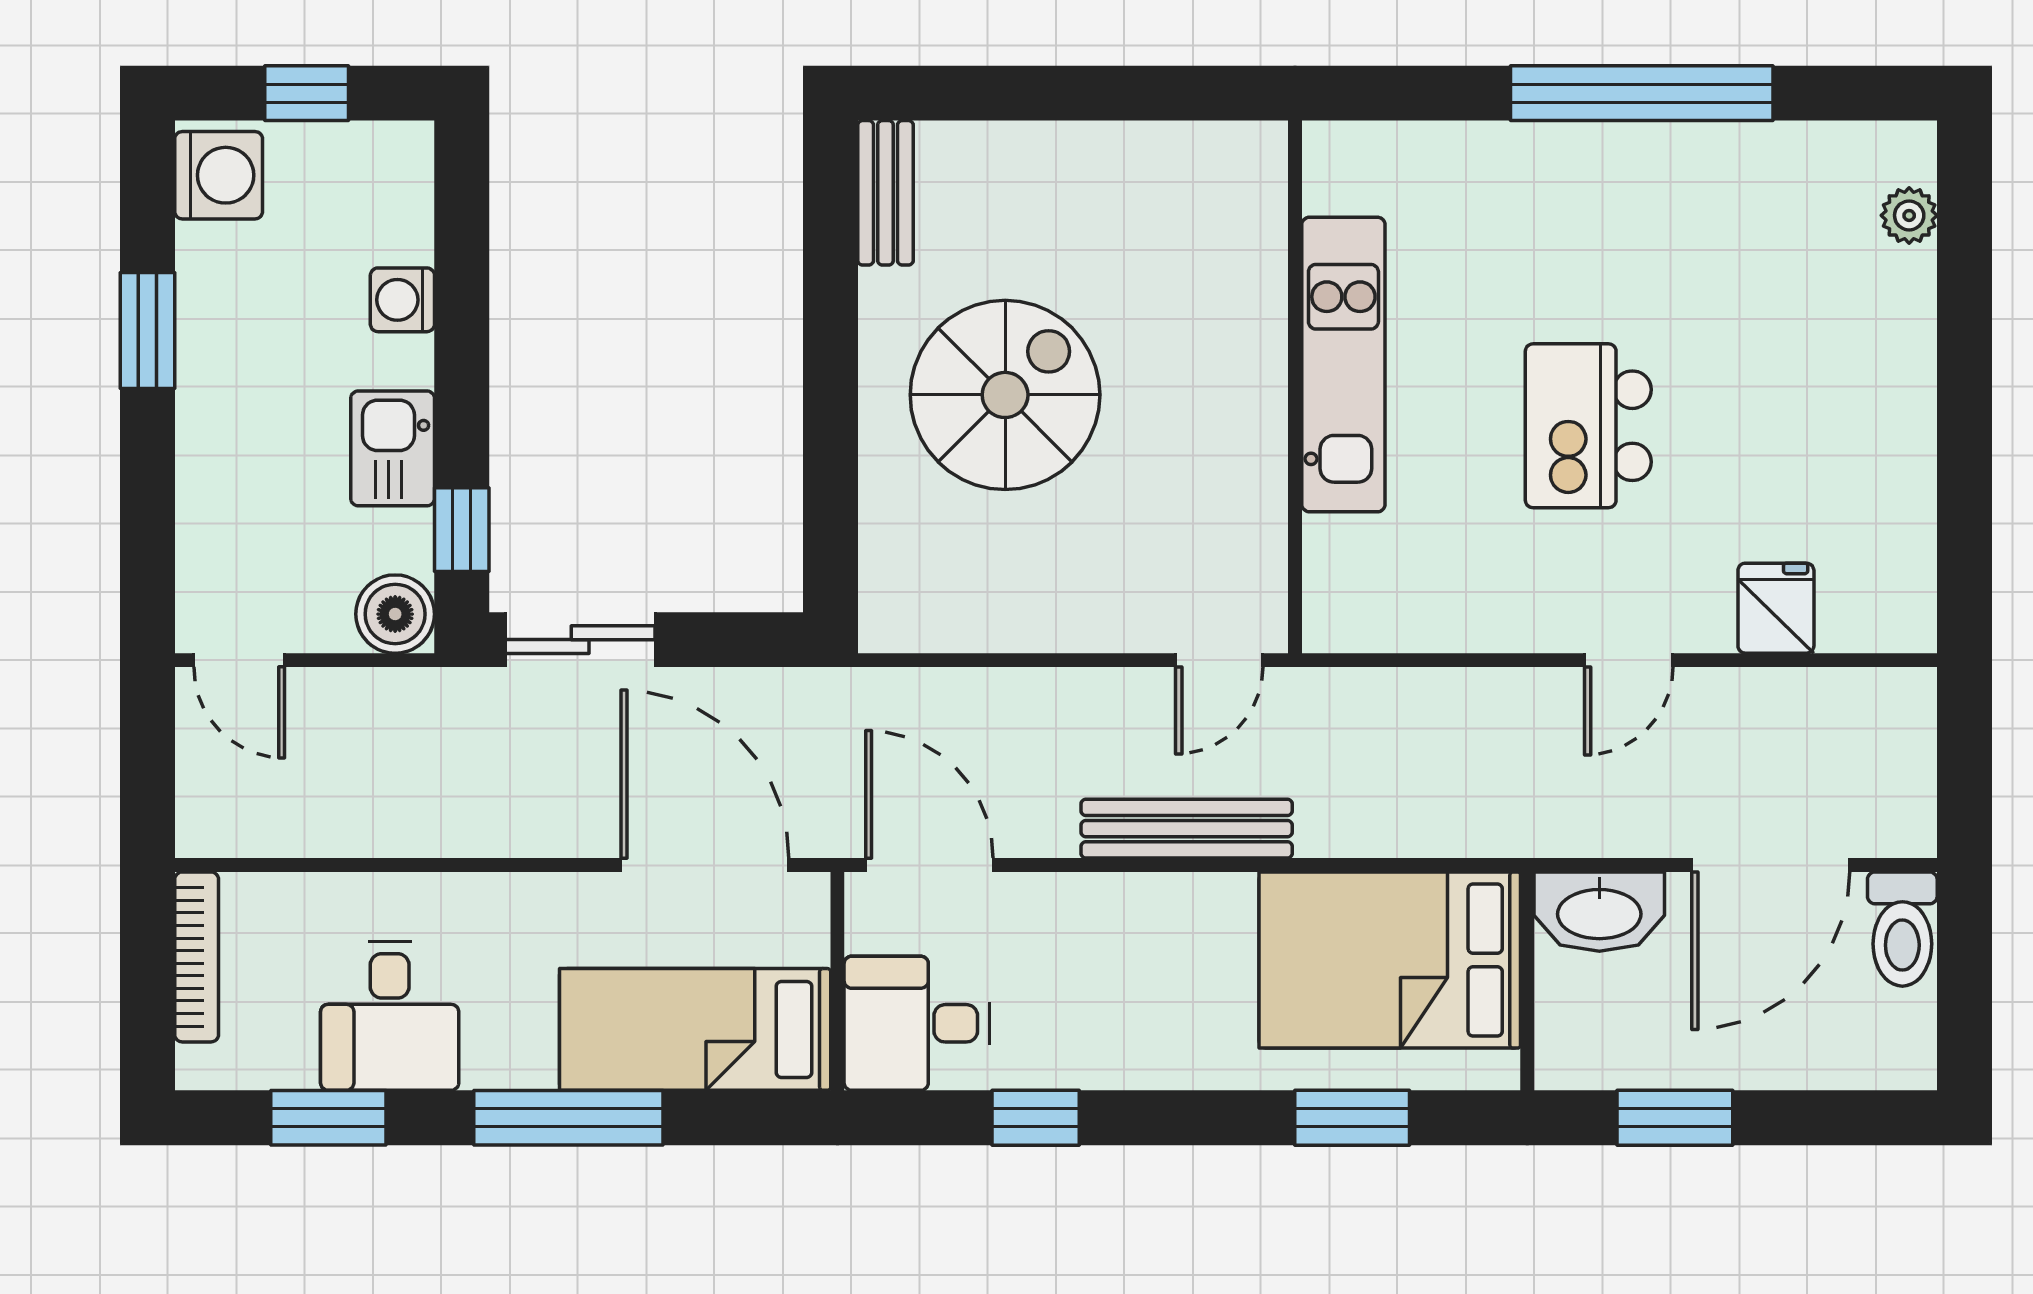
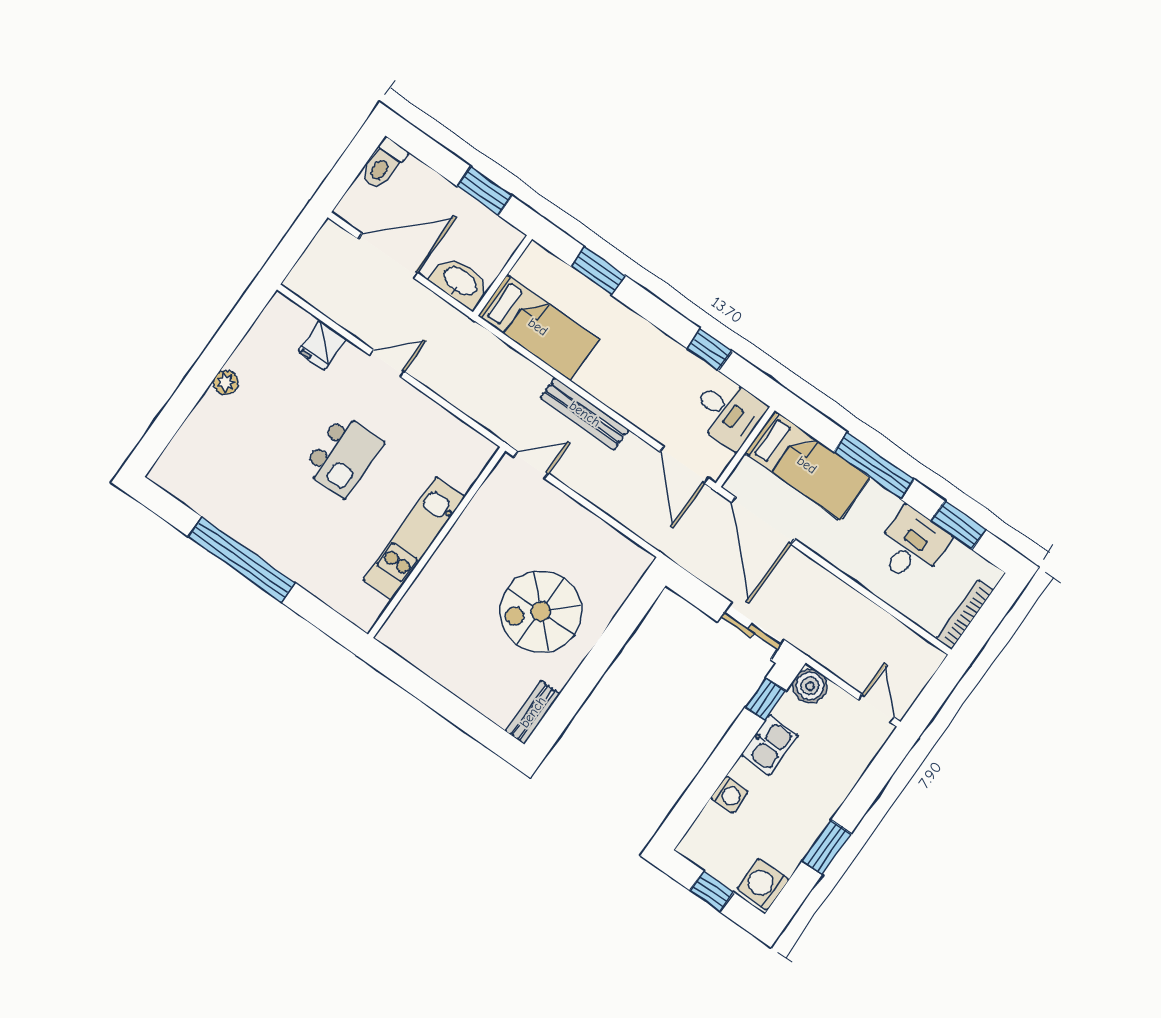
plant: (1909, 215) -> (226, 382), moved
toilet: (1902, 929) -> (383, 164), moved, turned 180
bed: (1390, 960) -> (538, 327), width x0.67

